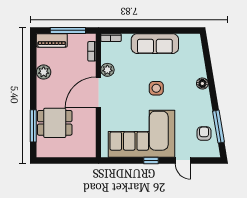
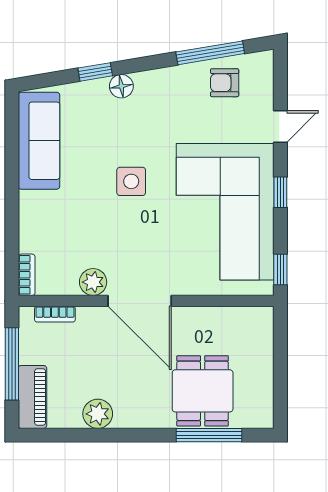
sofa: (155, 44) -> (39, 141), moved
window: (209, 71) -> (95, 72), added
window: (114, 161) -> (280, 270), added

